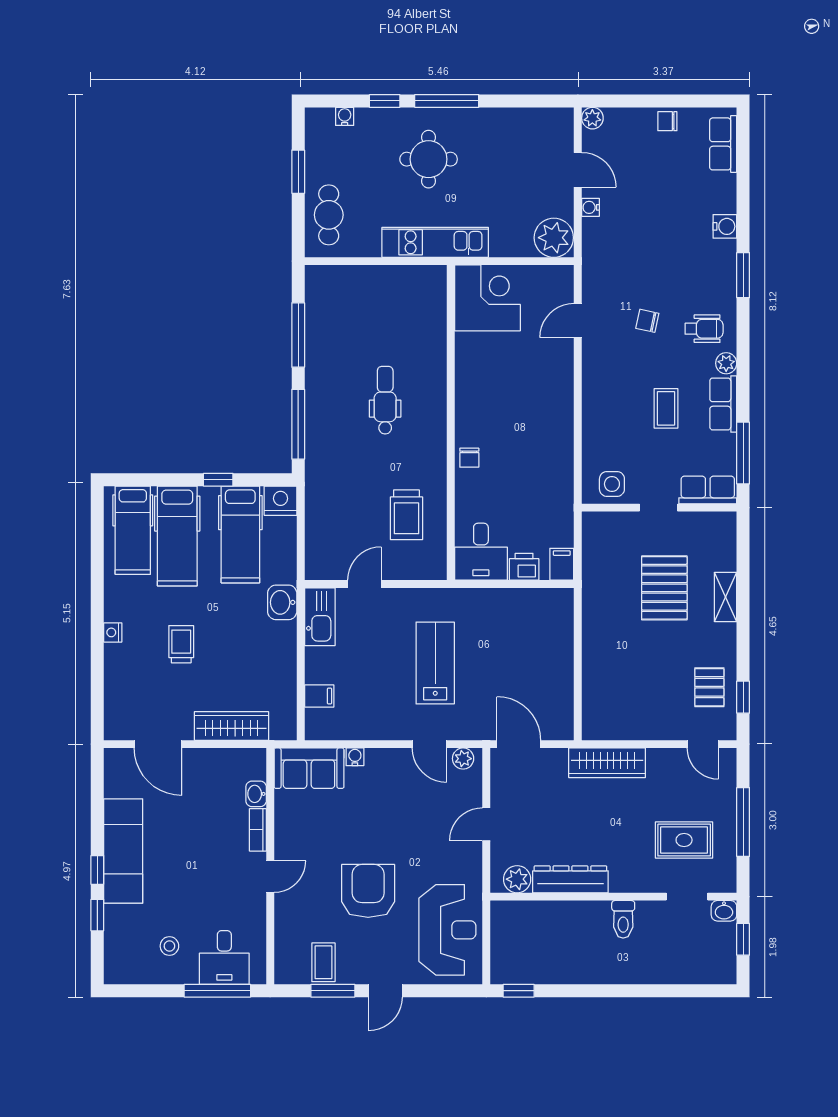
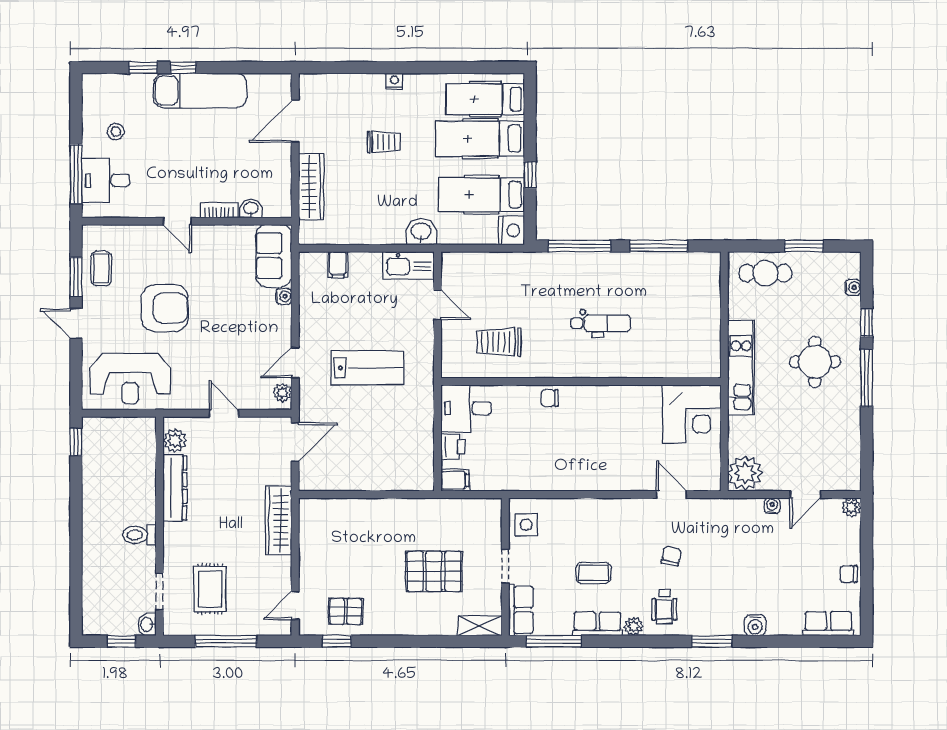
chair: (667, 121) -> (849, 574), turned -90
shelving: (726, 597) -> (480, 626), moved
coffee table: (323, 962) -> (101, 268), turned 90

